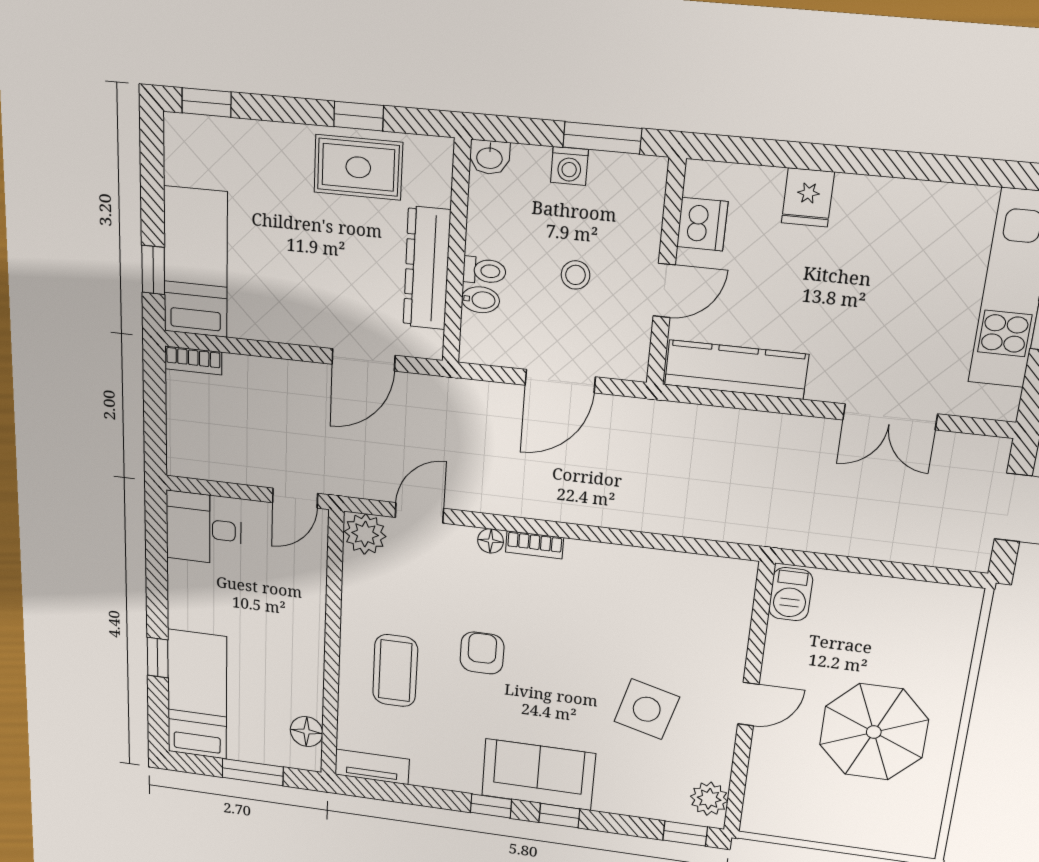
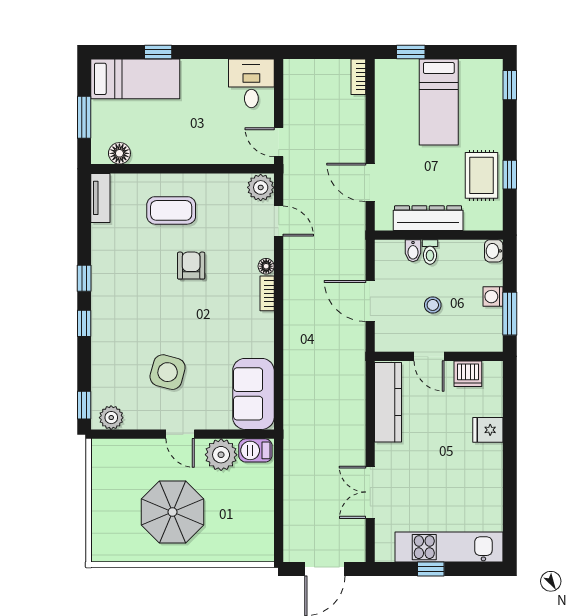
bed: (195, 262) -> (439, 102), moved, turned 90
plant: (790, 648) -> (221, 455), added
armchair: (482, 653) -> (191, 266), turned -90
sofa: (538, 775) -> (253, 394), moved, turned 180

